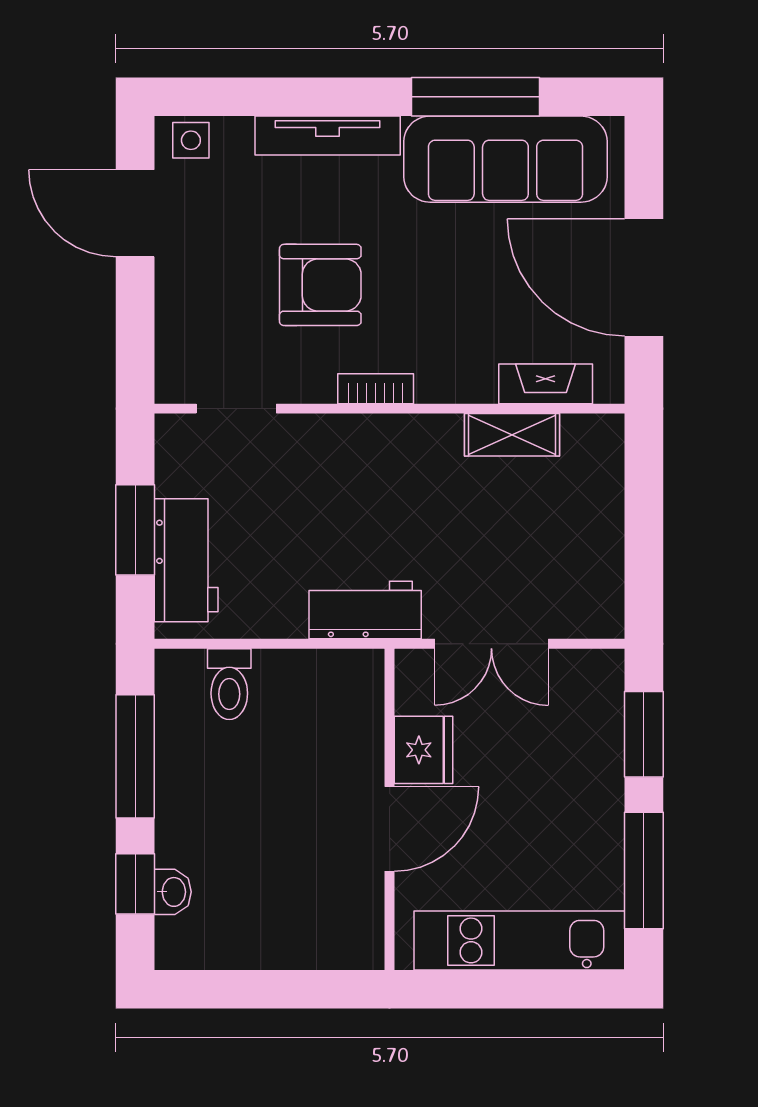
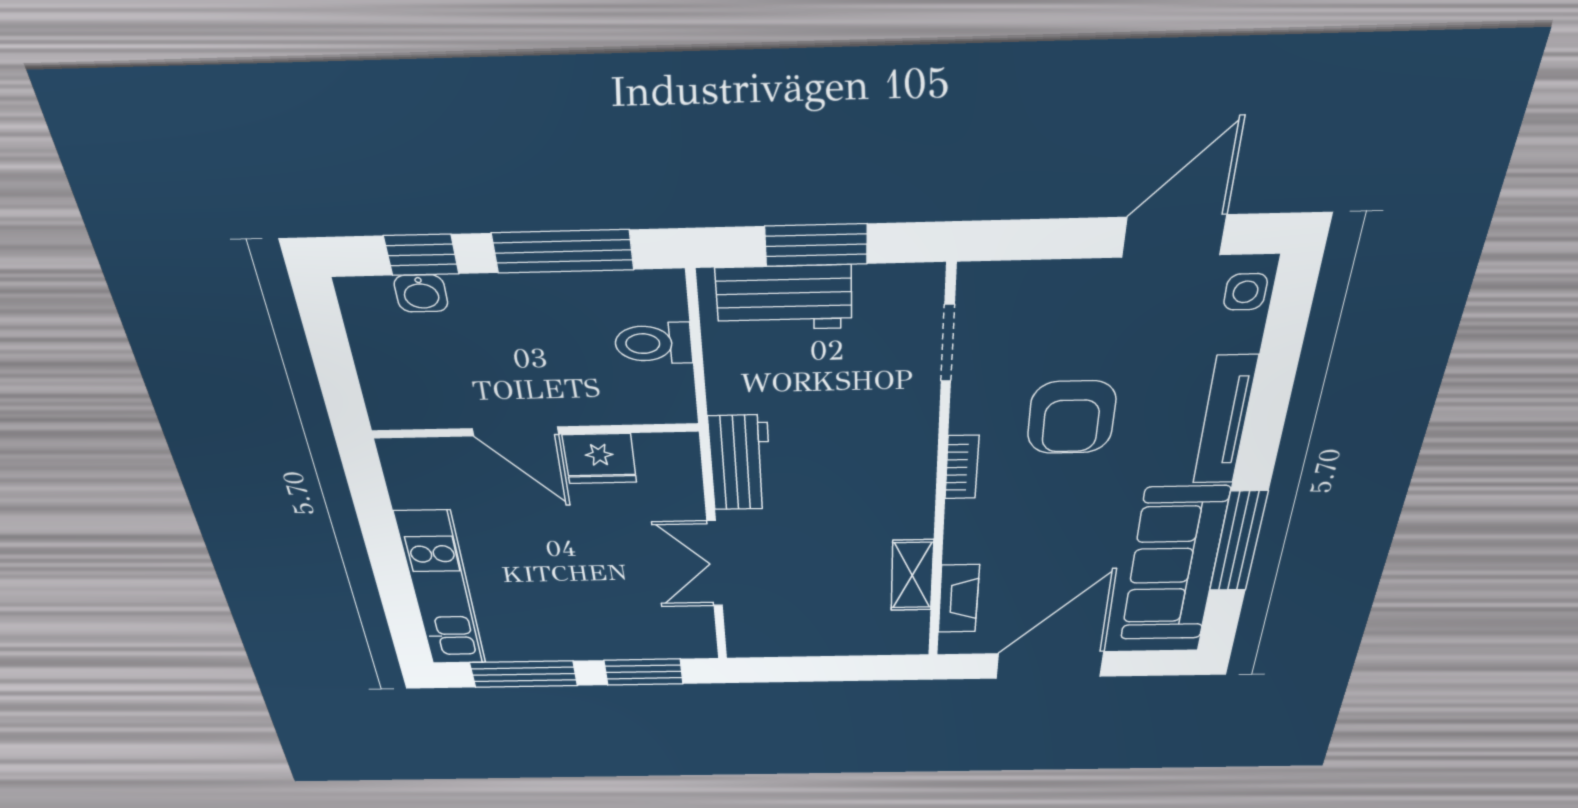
fridge: (423, 750) -> (600, 459), moved
wall: (390, 809) -> (535, 431), moved
door: (390, 829) -> (515, 431), moved

